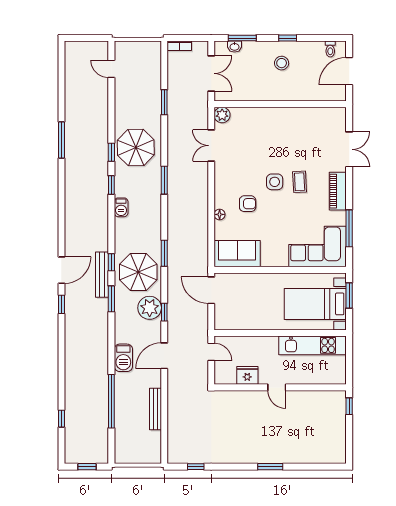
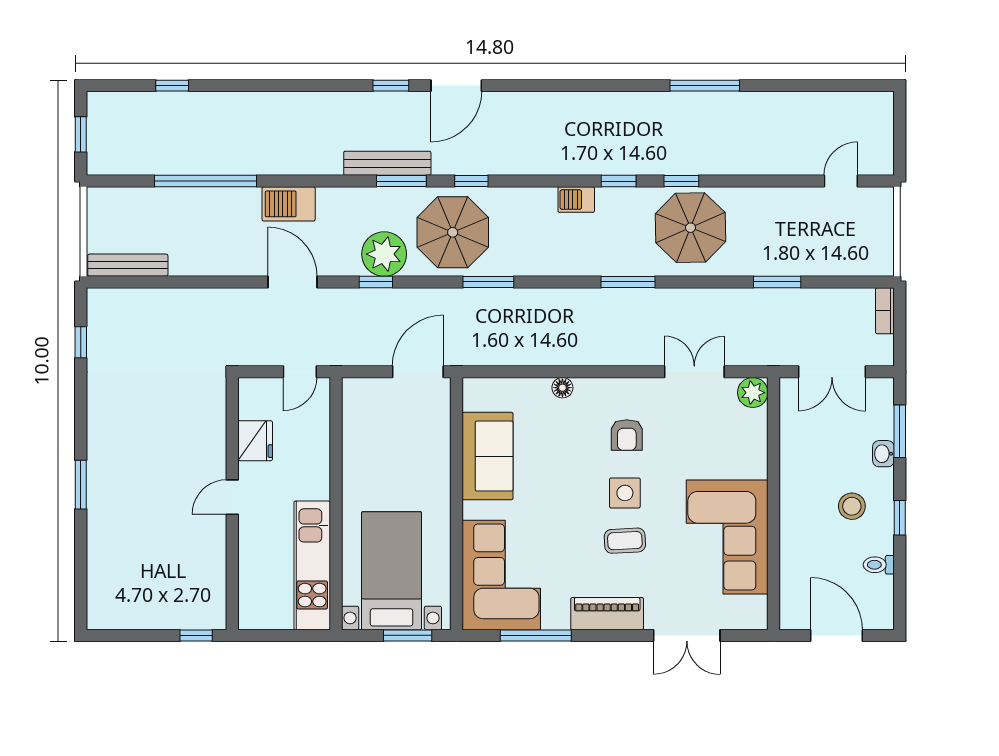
washbasin: (235, 47) -> (883, 454), moved
toilet: (330, 49) -> (879, 565), moved
corner sofa: (298, 128) -> (727, 537), added
armchair: (248, 204) -> (627, 435), moved
sofa: (237, 254) -> (488, 456), moved
door: (61, 270) -> (456, 86), hinge flipped
bench: (102, 275) -> (387, 163), moved
bench: (155, 409) -> (128, 265), moved

